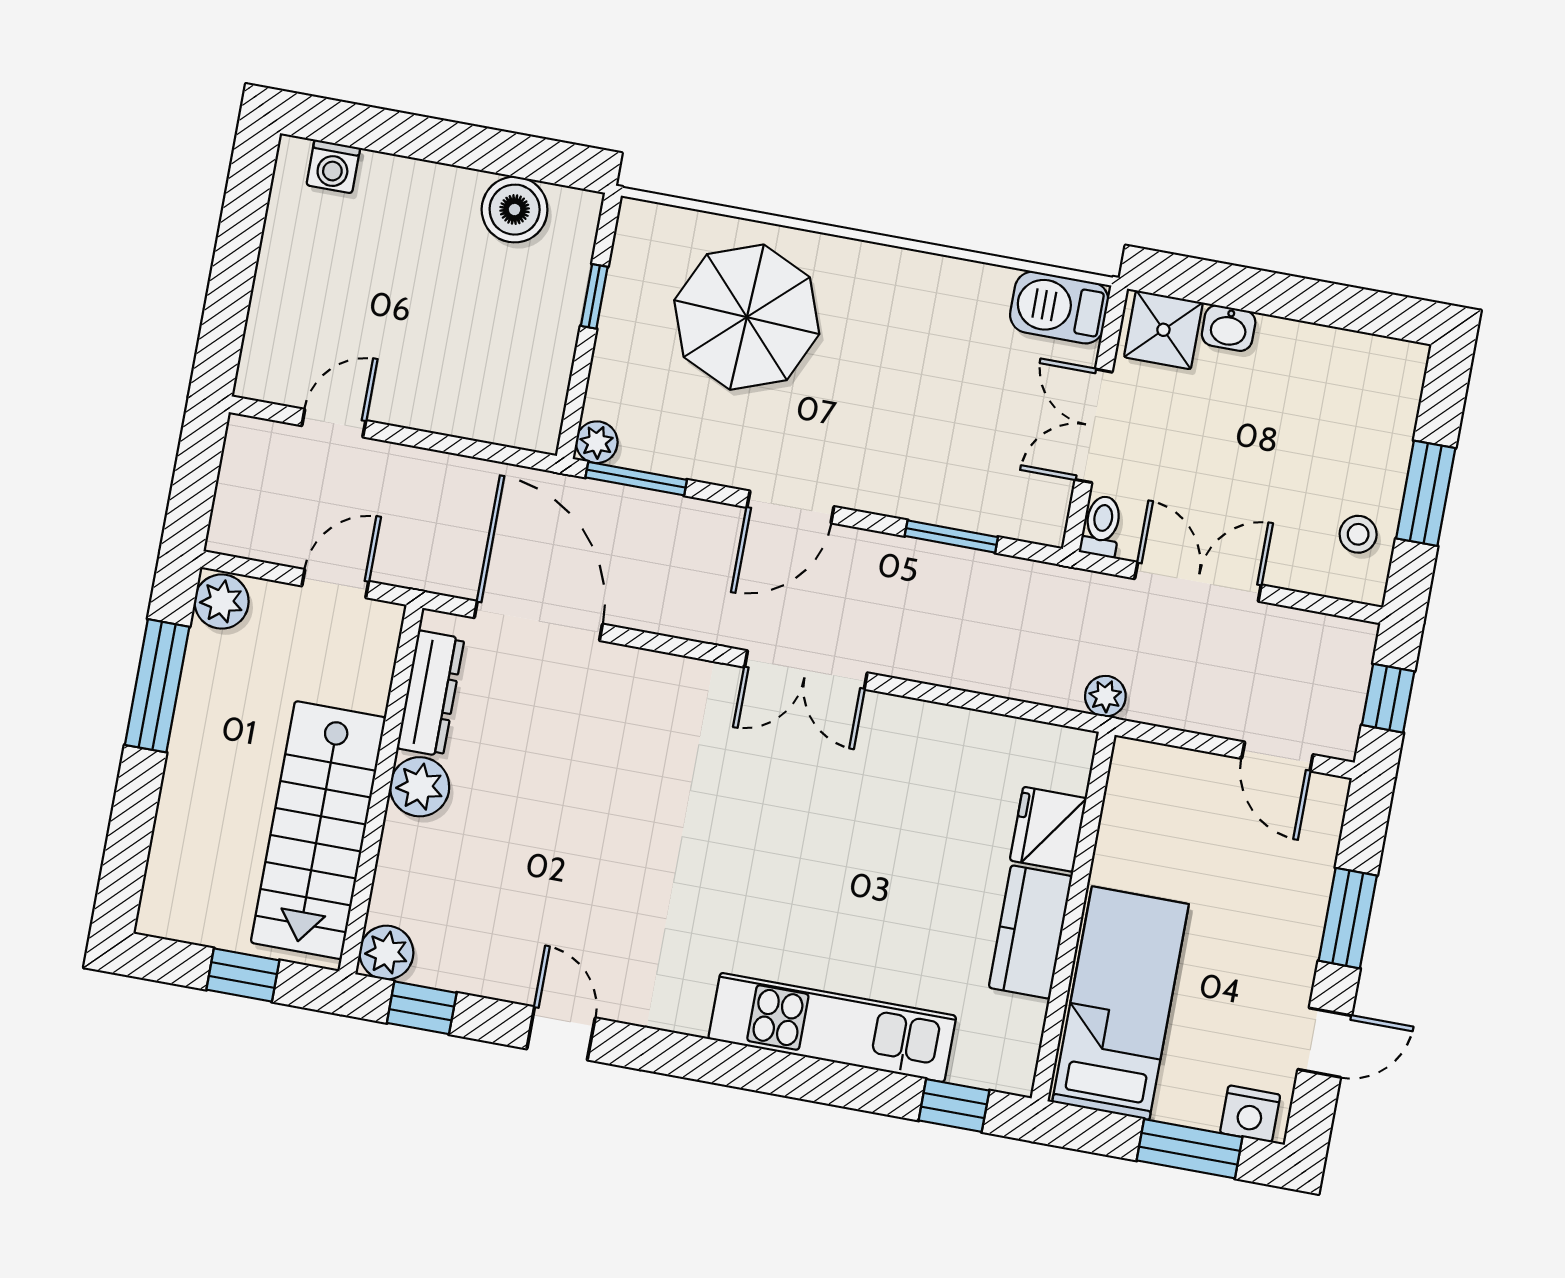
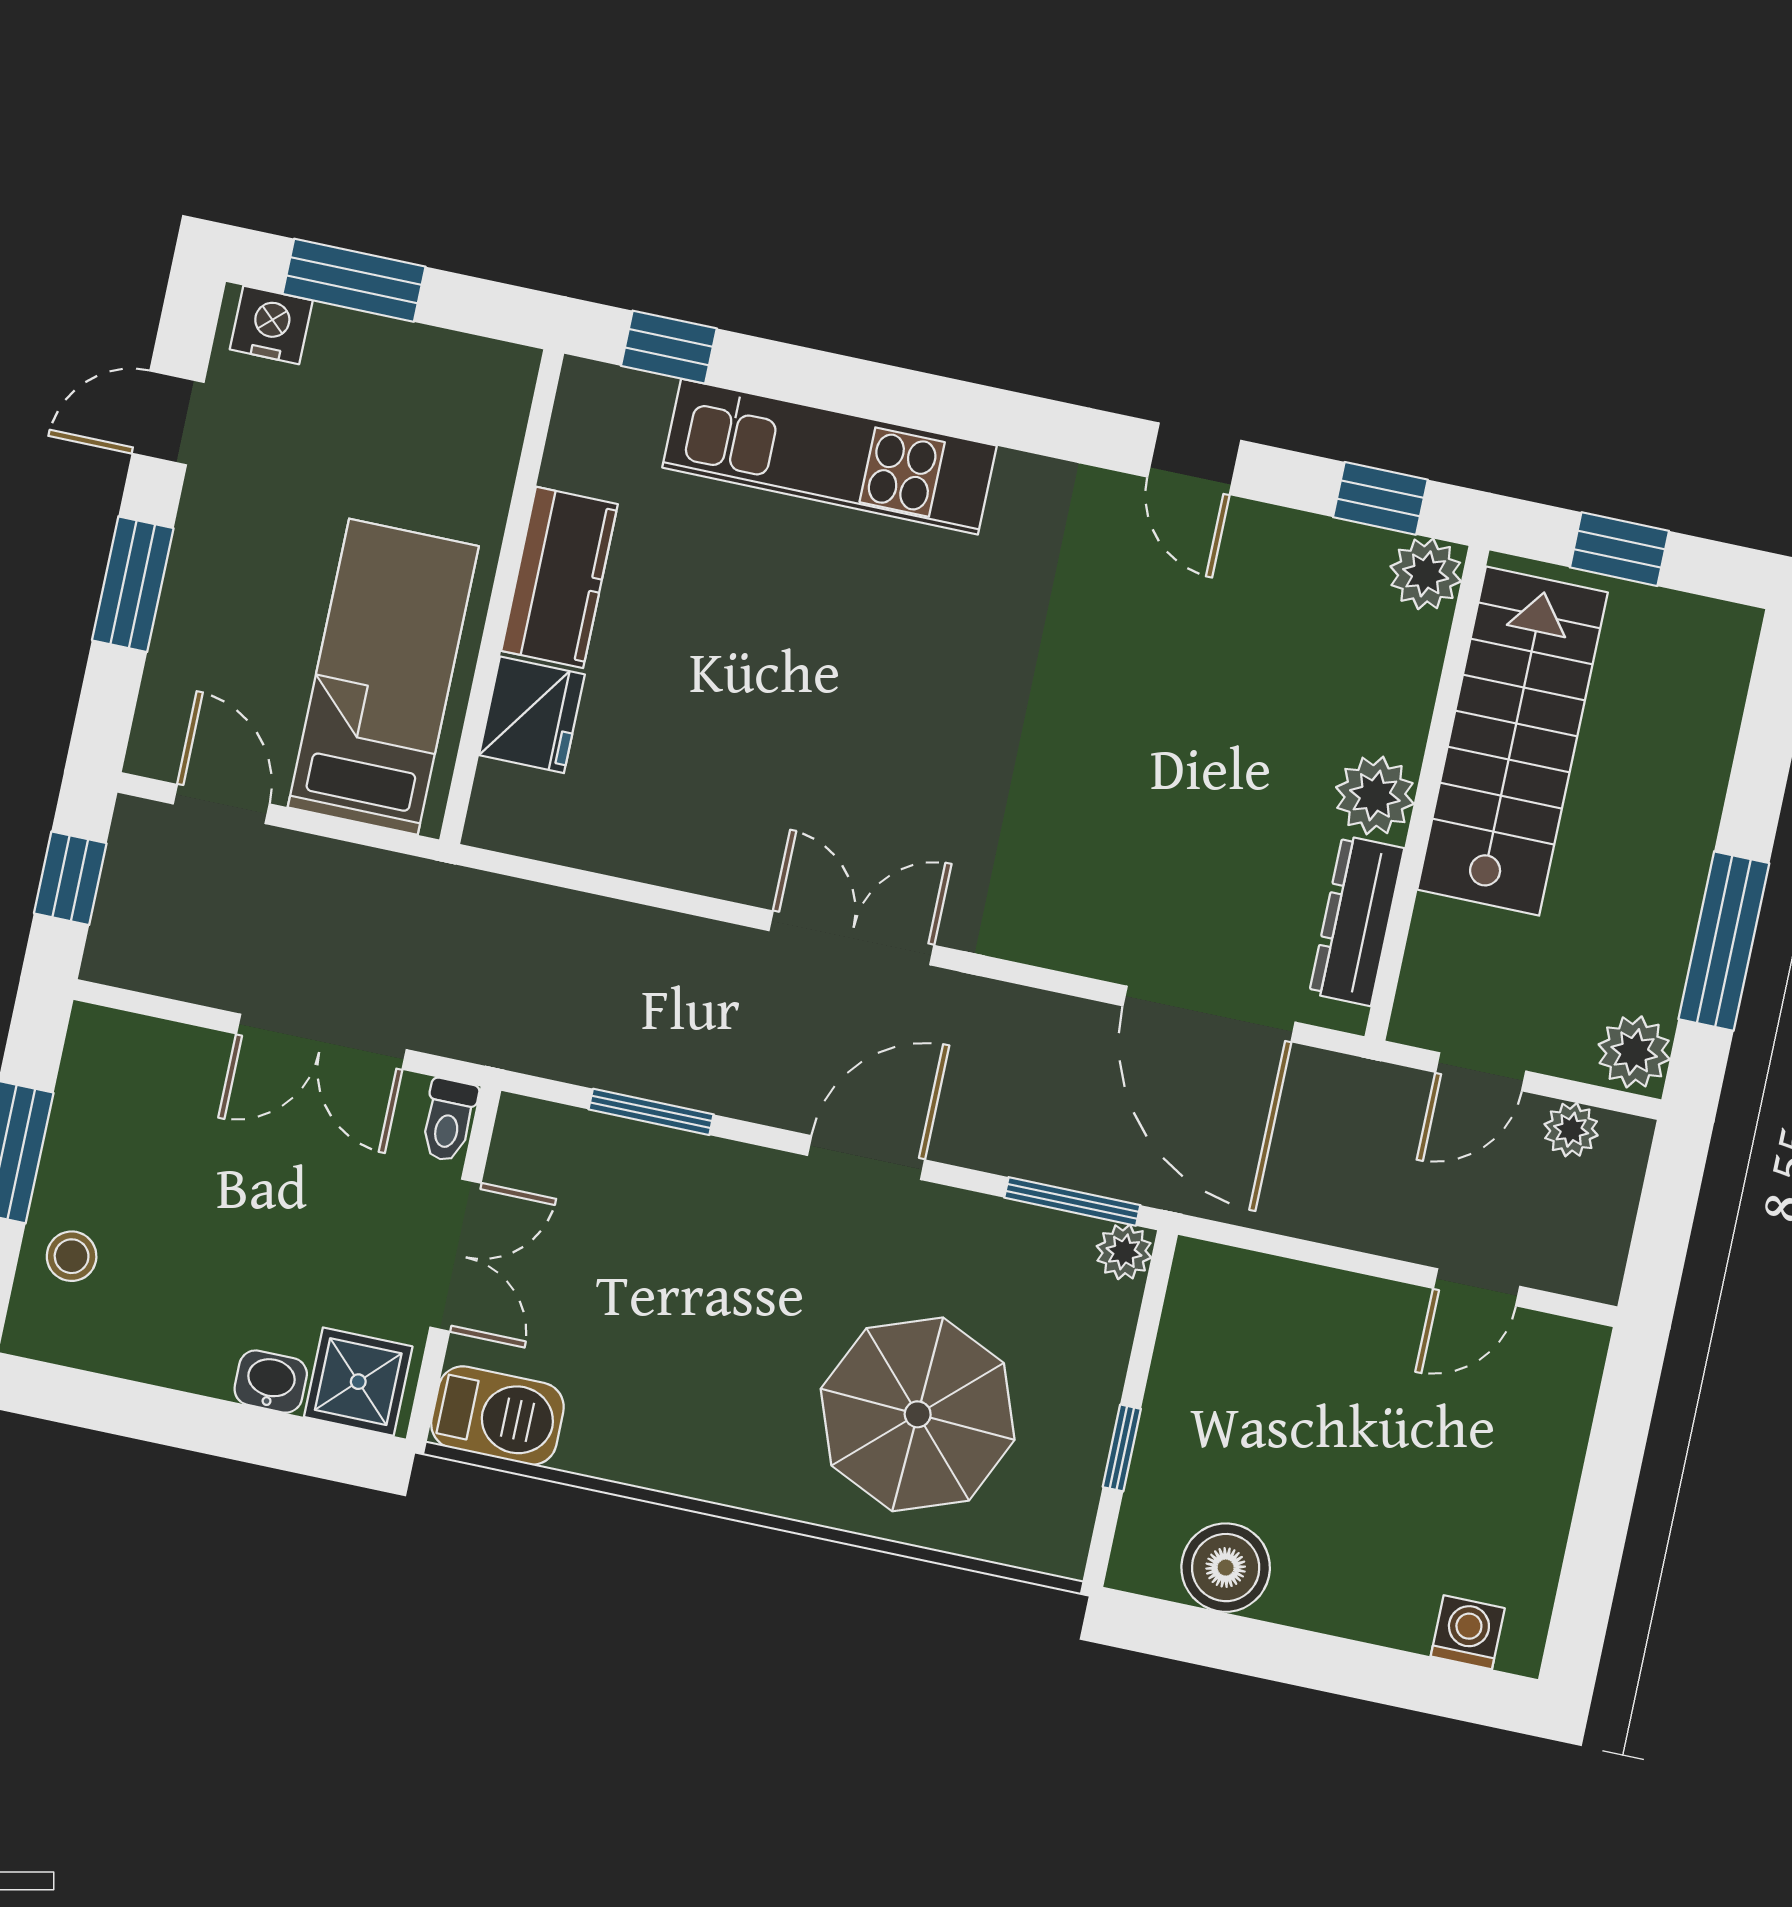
stool: (1358, 534) -> (72, 1256), moved
plant: (1105, 696) -> (1571, 1130), moved
bed: (1121, 1003) -> (383, 677), moved, turned 180

